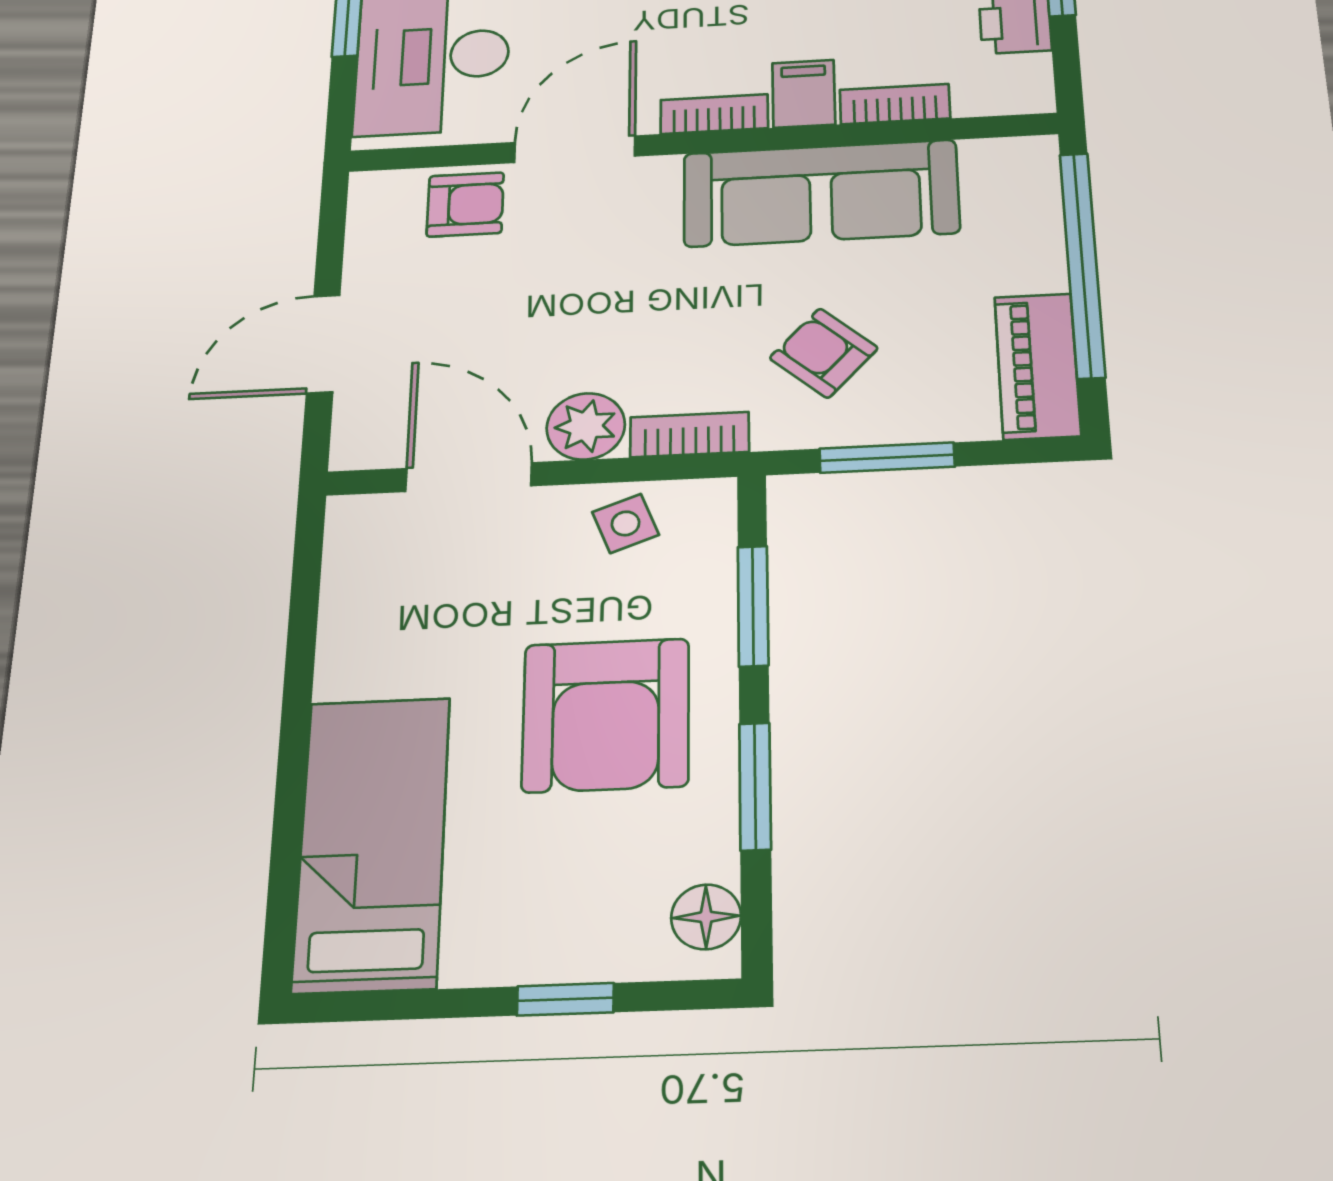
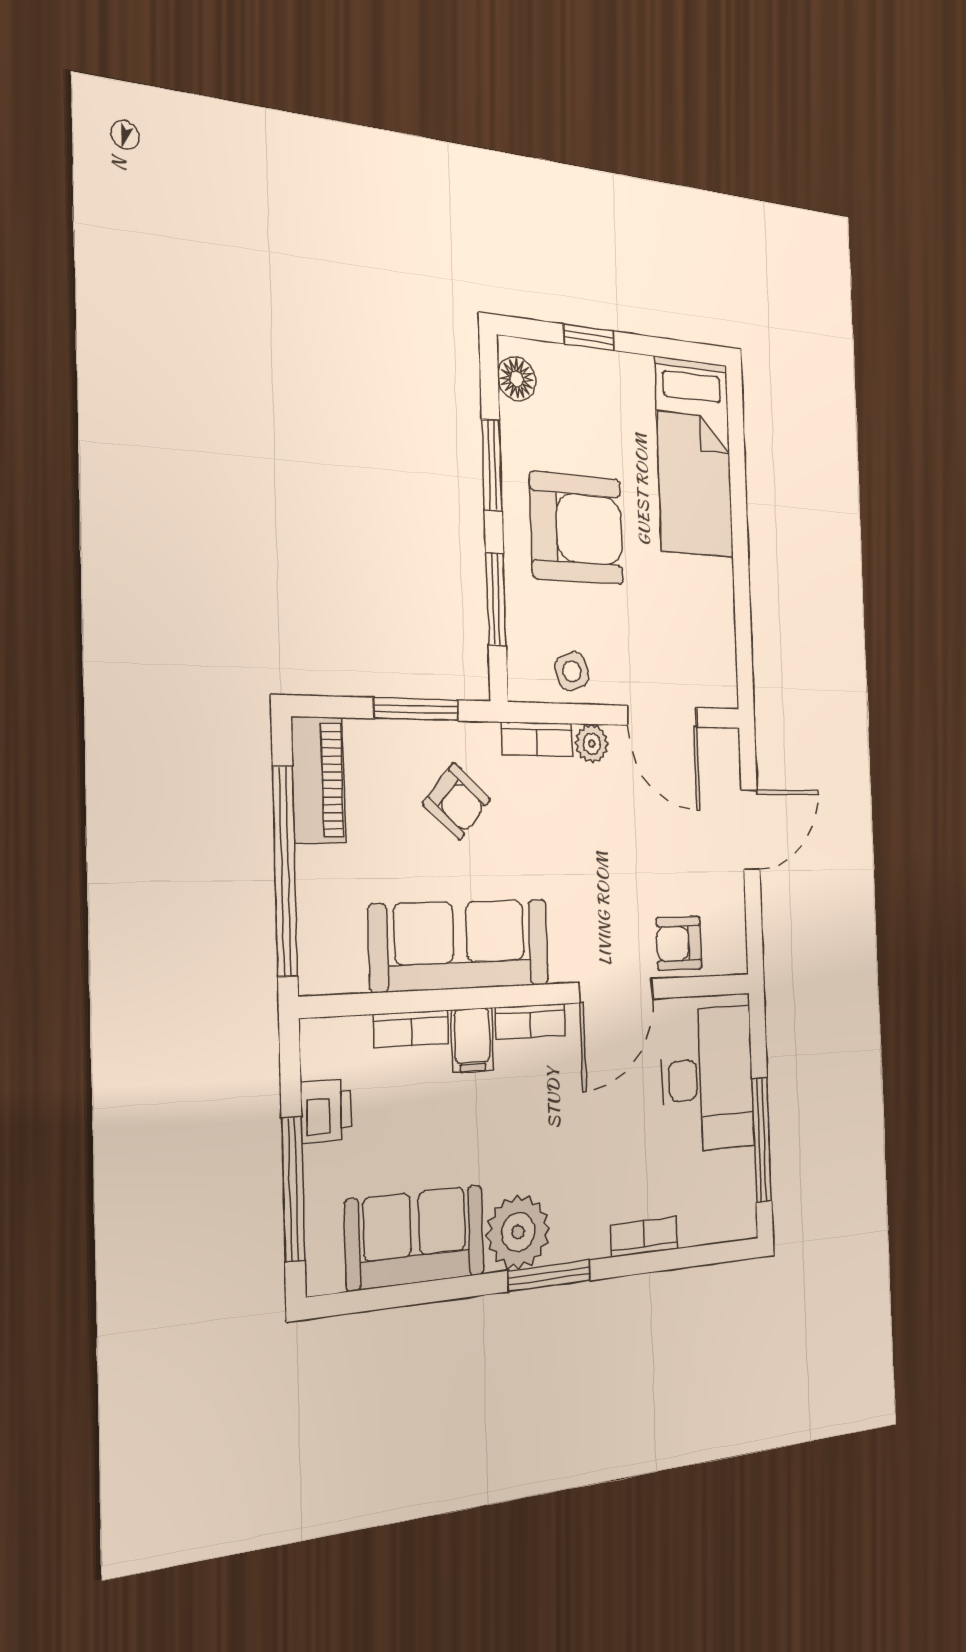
plant: (586, 426) -> (592, 744), width x0.73, depth x0.73
armchair: (606, 715) -> (577, 528), turned 90

